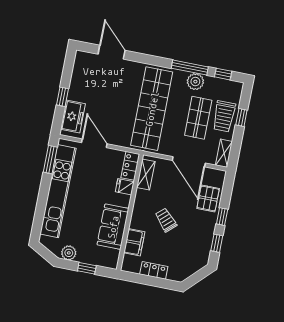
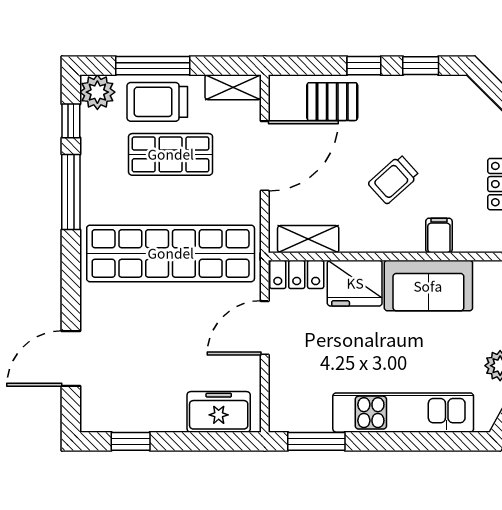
plant: (195, 82) -> (97, 92), moved
window: (63, 97) -> (131, 441), moved
trolley: (224, 116) -> (157, 102), turned 180
window: (241, 118) -> (153, 66), width x2.17
door: (94, 143) -> (265, 328), moved
fridge: (125, 187) -> (355, 283), width x1.88, depth x1.34
kitchen unit: (58, 191) -> (403, 413), width x0.73
filing cabinet: (134, 242) -> (439, 235), width x0.50

